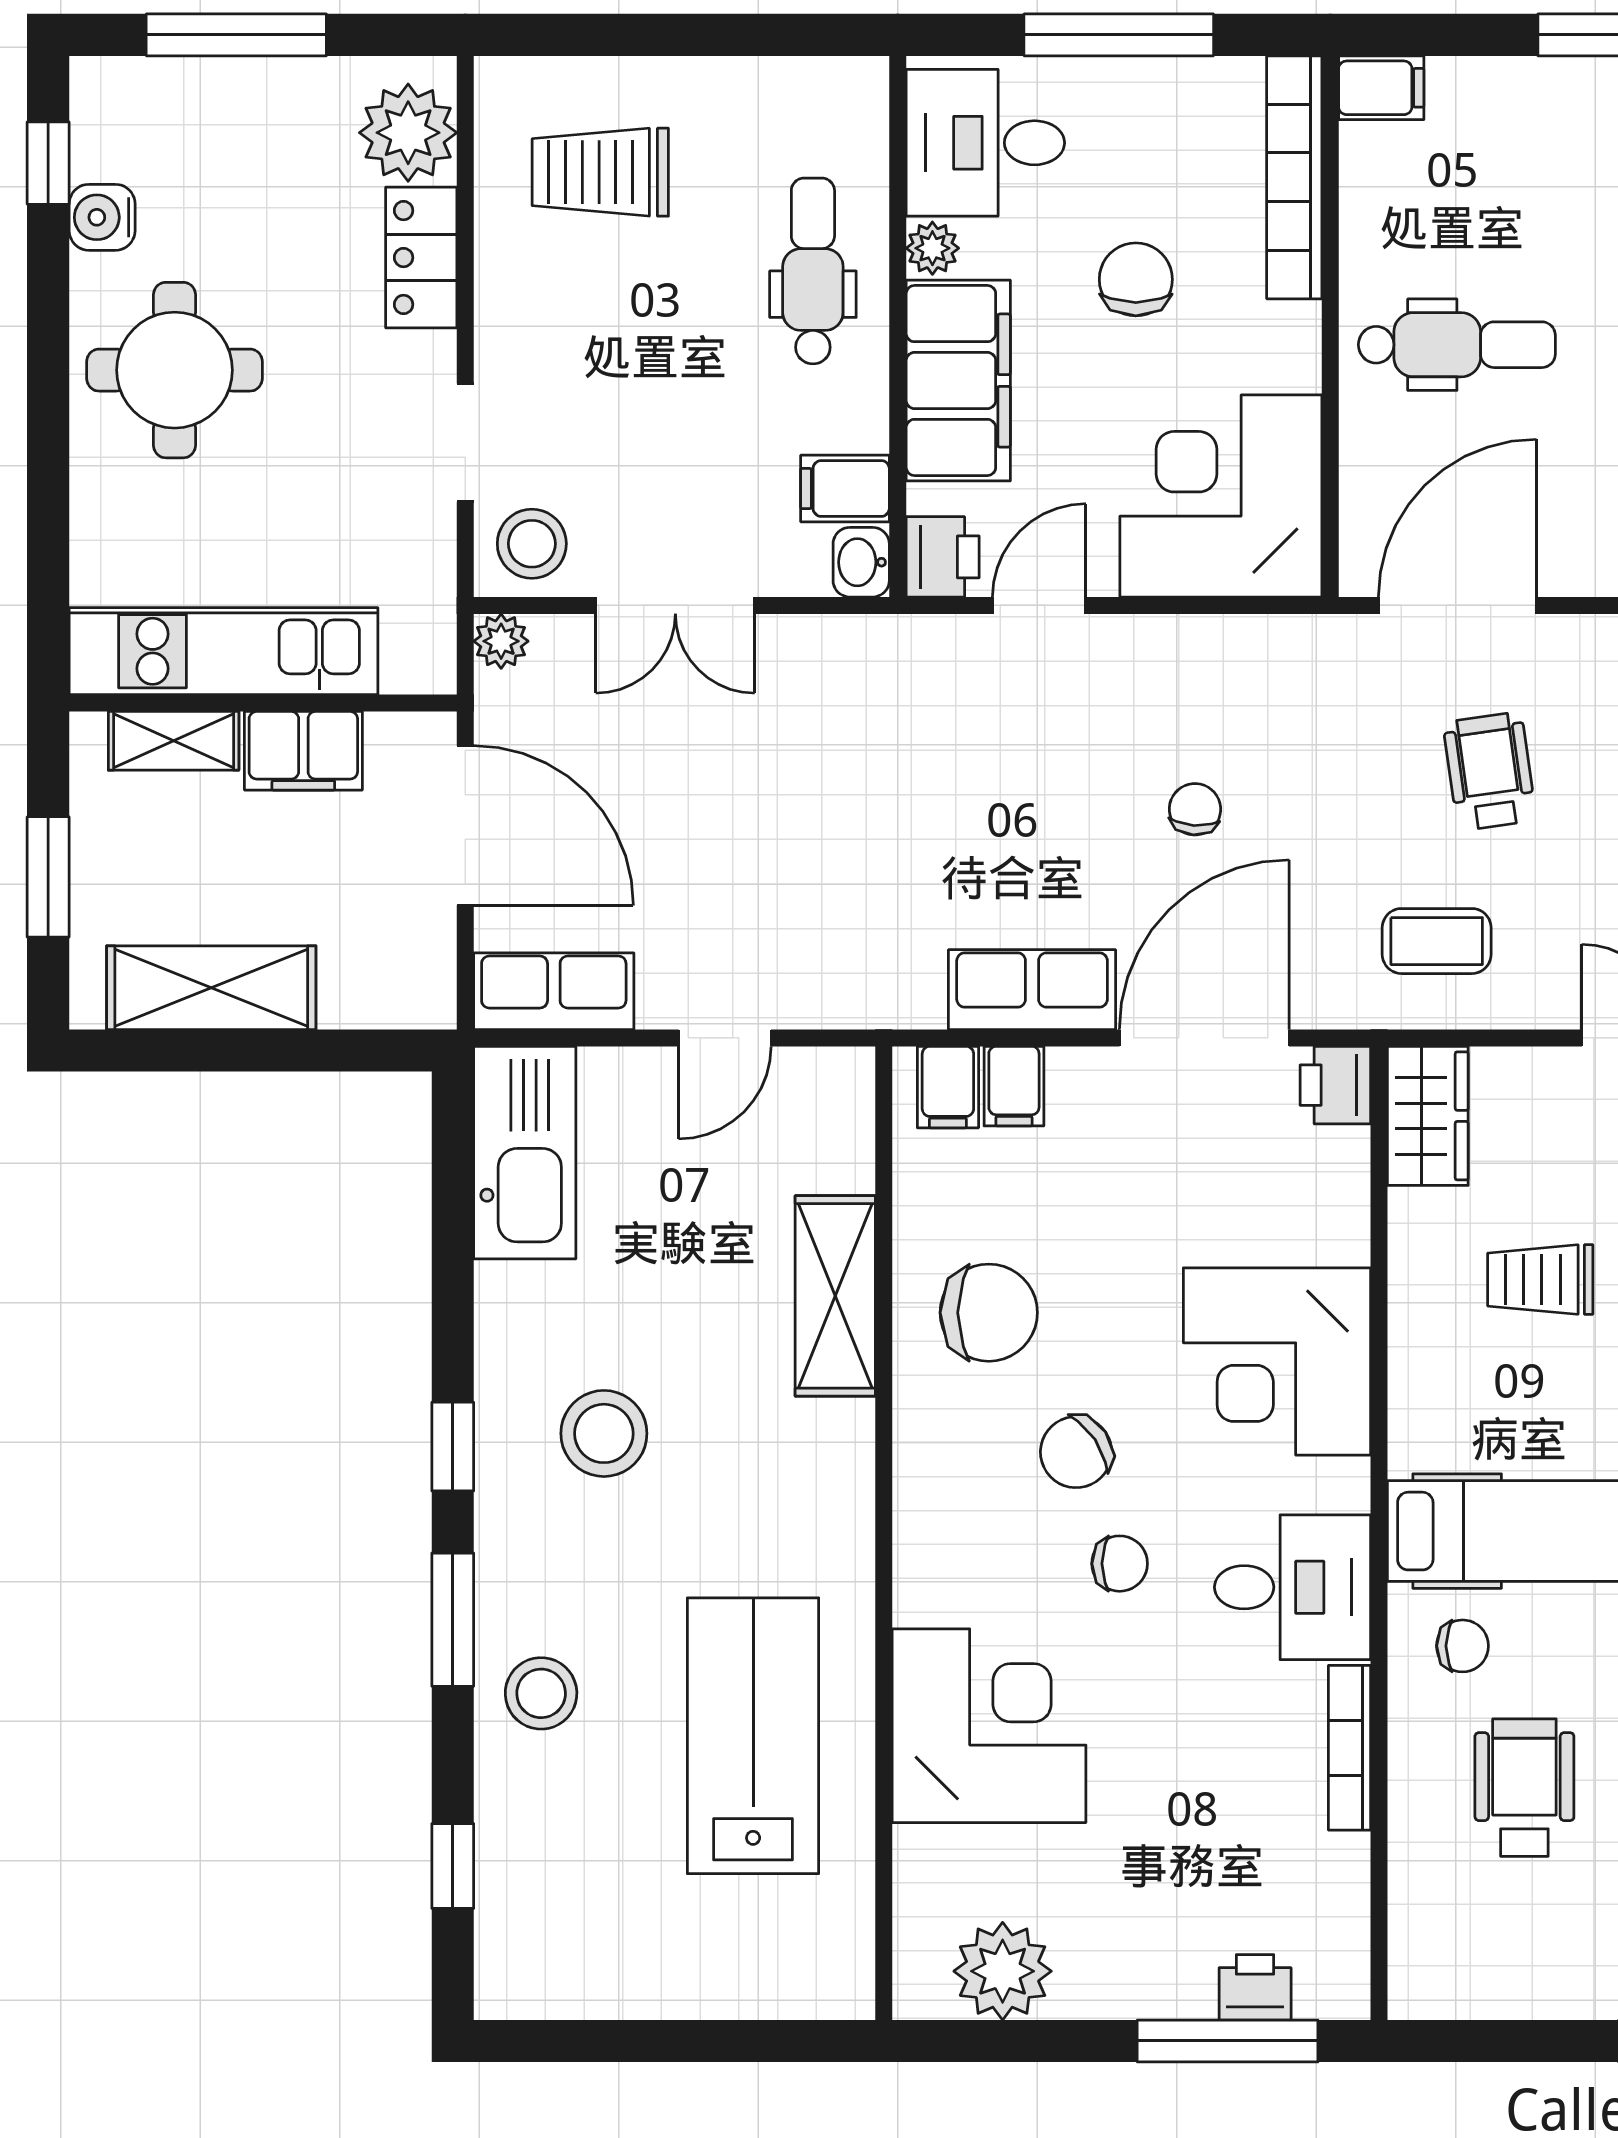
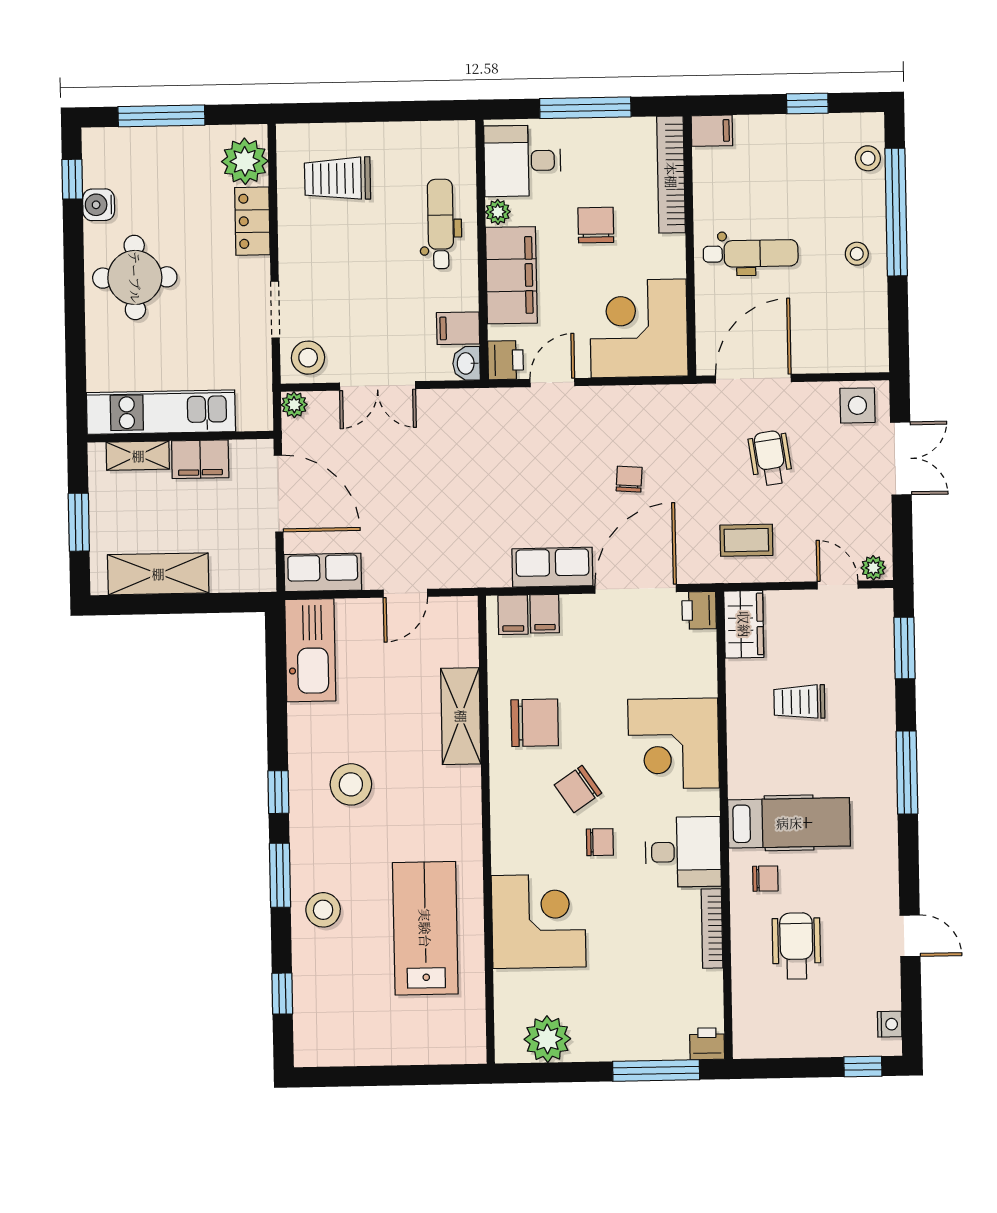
printer: (1255, 1987) -> (707, 1044), moved

